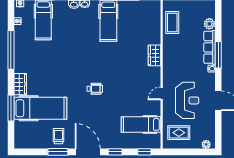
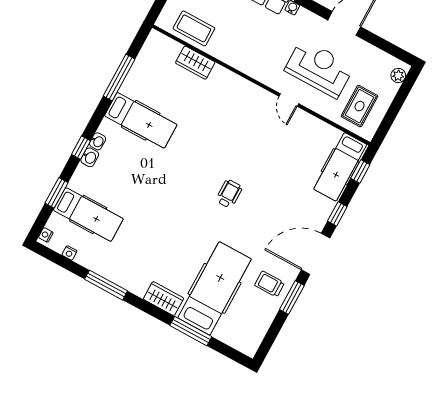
window: (11, 50) -> (106, 285), width x0.68
wardrobe: (155, 55) -> (195, 63), moved
hospital bed: (141, 124) -> (340, 167), moved

